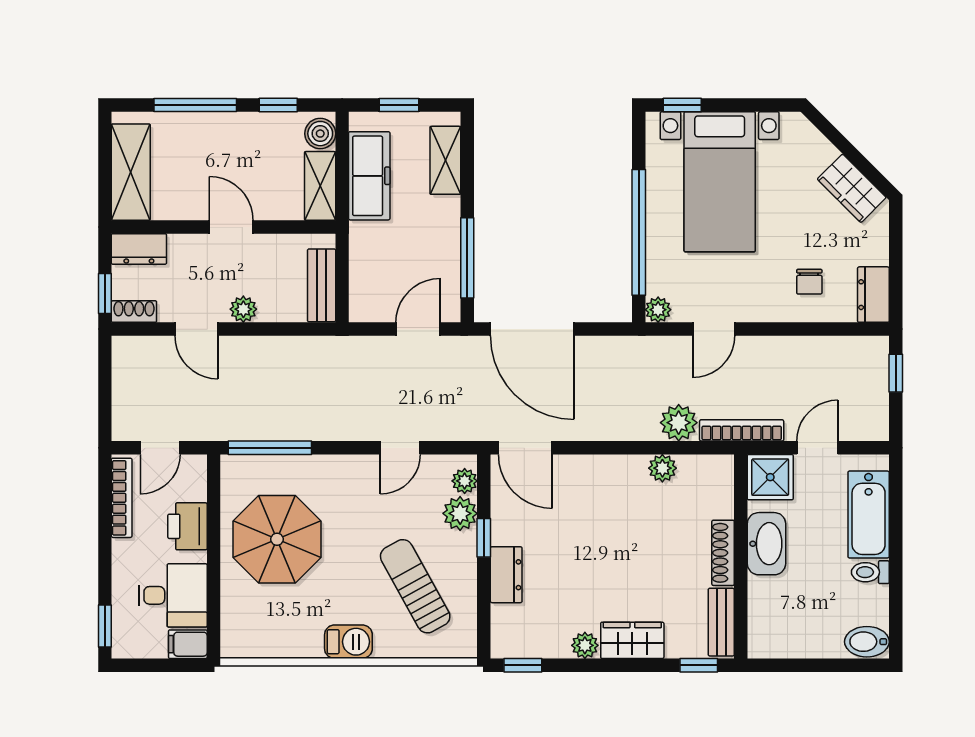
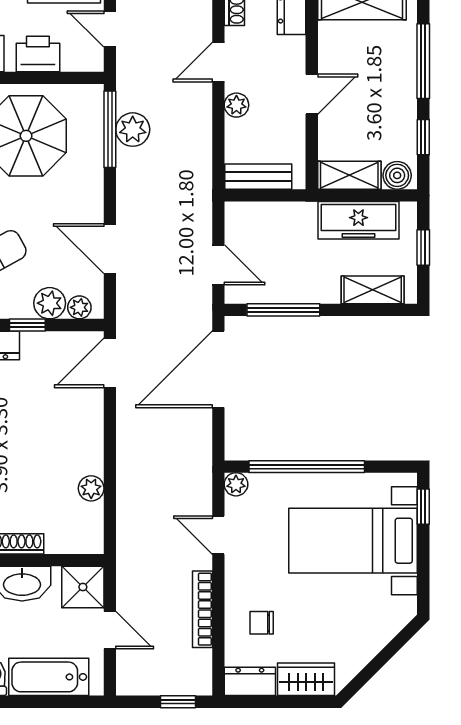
wardrobe: (852, 188) -> (306, 679), moved, turned 45
plant: (679, 423) -> (133, 130), moved
bookcase: (742, 430) -> (202, 609), moved, turned 180
door: (400, 448) -> (110, 249), width x1.37

